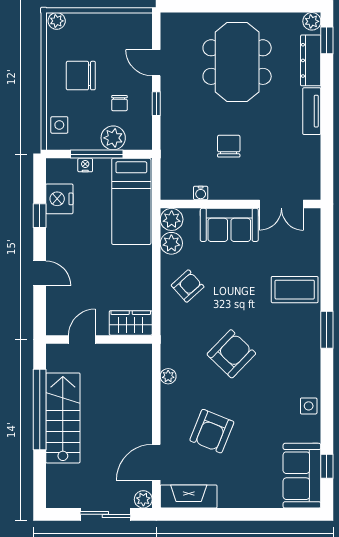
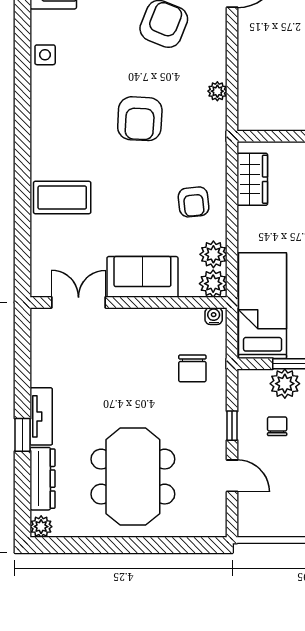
window: (327, 40) -> (23, 435), moved
chair: (229, 146) -> (192, 368), moved
water cooler: (201, 193) -> (214, 316), moved
armchair: (188, 286) -> (194, 202), turned -54
wardrobe: (131, 323) -> (252, 179), moved, turned -90
window: (327, 330) -> (23, 148), removed
armchair: (231, 354) -> (140, 119), turned -41

